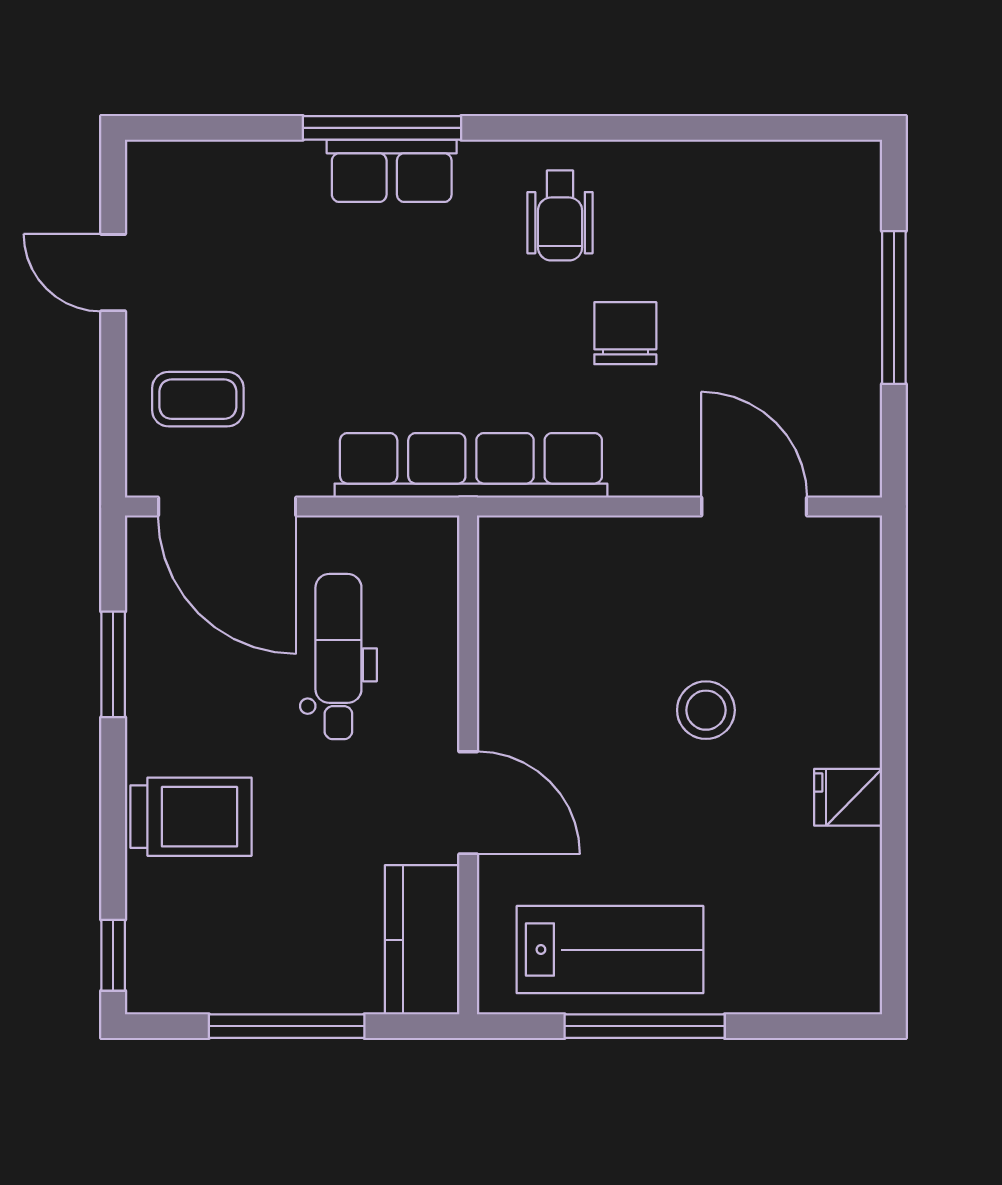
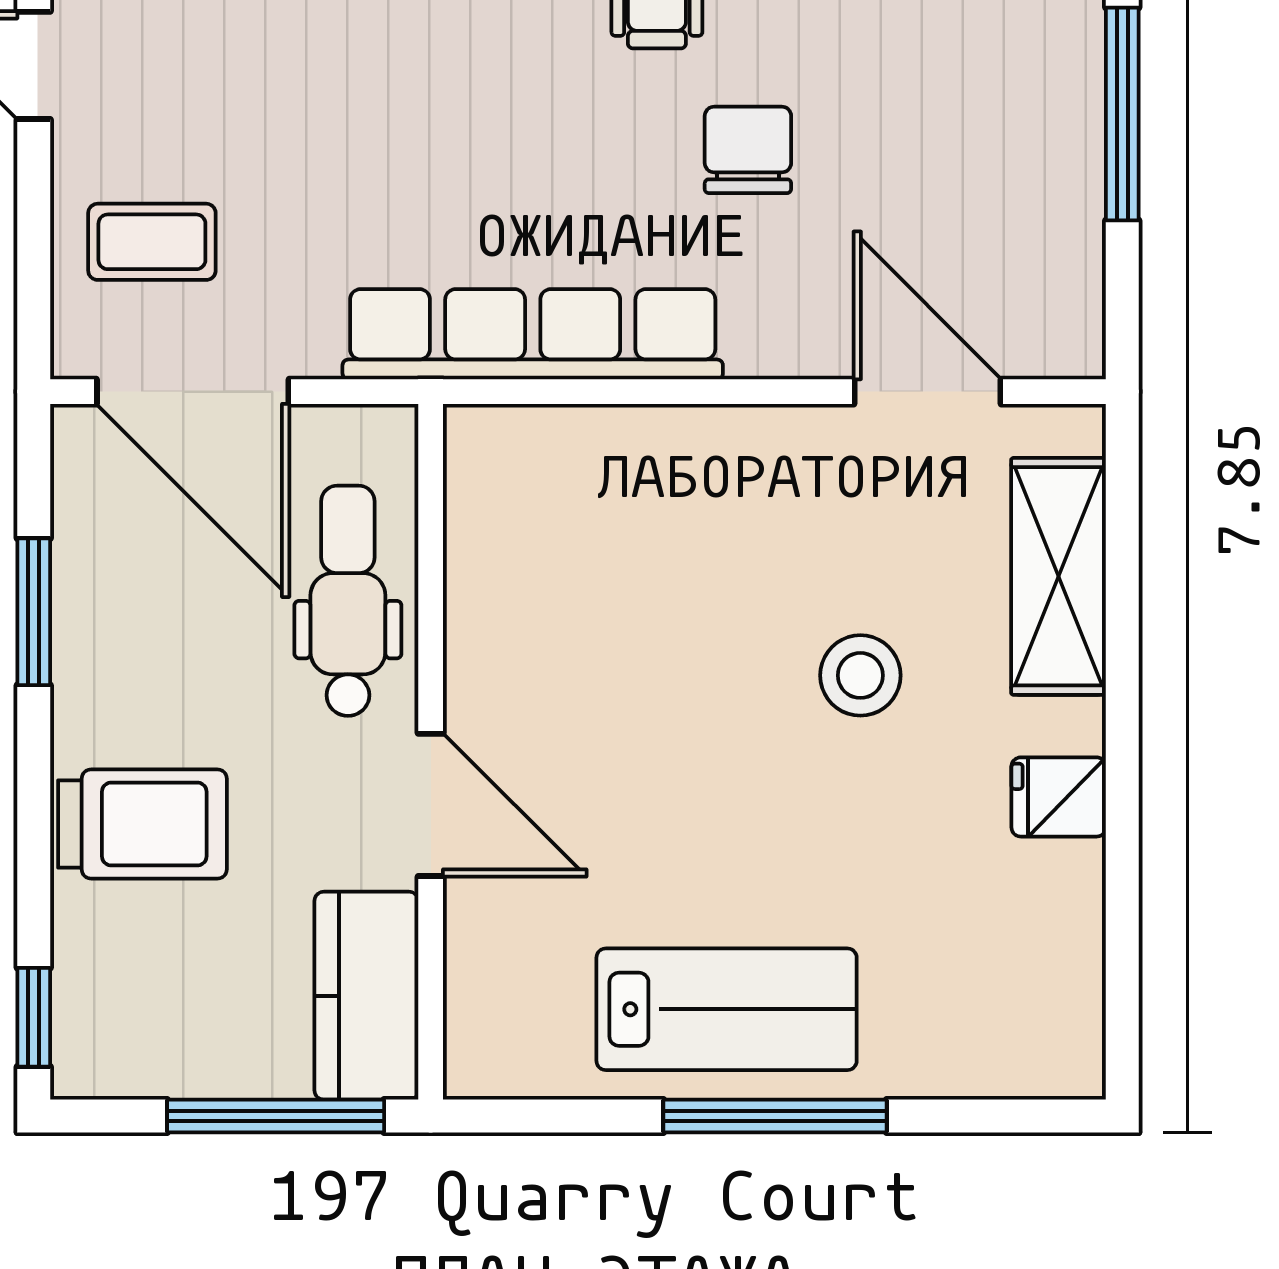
shelving: (848, 639) -> (1058, 576), added
wall: (468, 765) -> (431, 752), moved
door: (468, 803) -> (431, 805), moved
kitchen counter: (422, 940) -> (366, 996), moved

